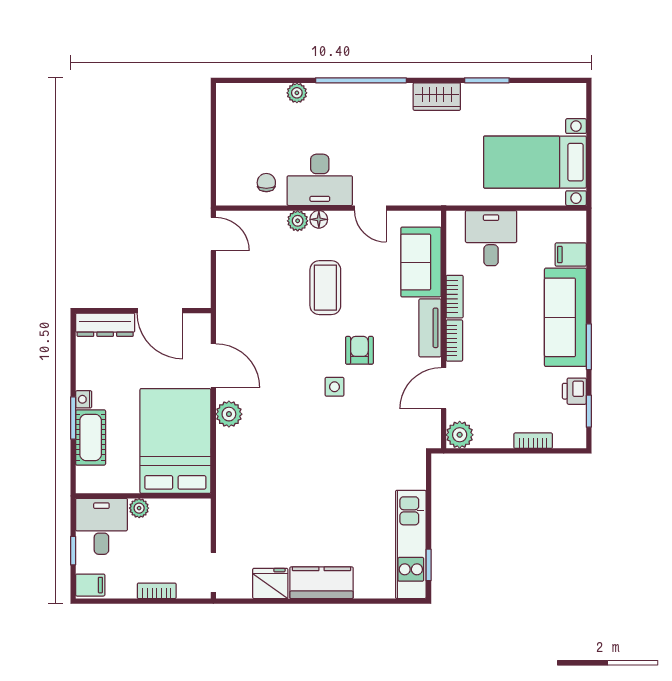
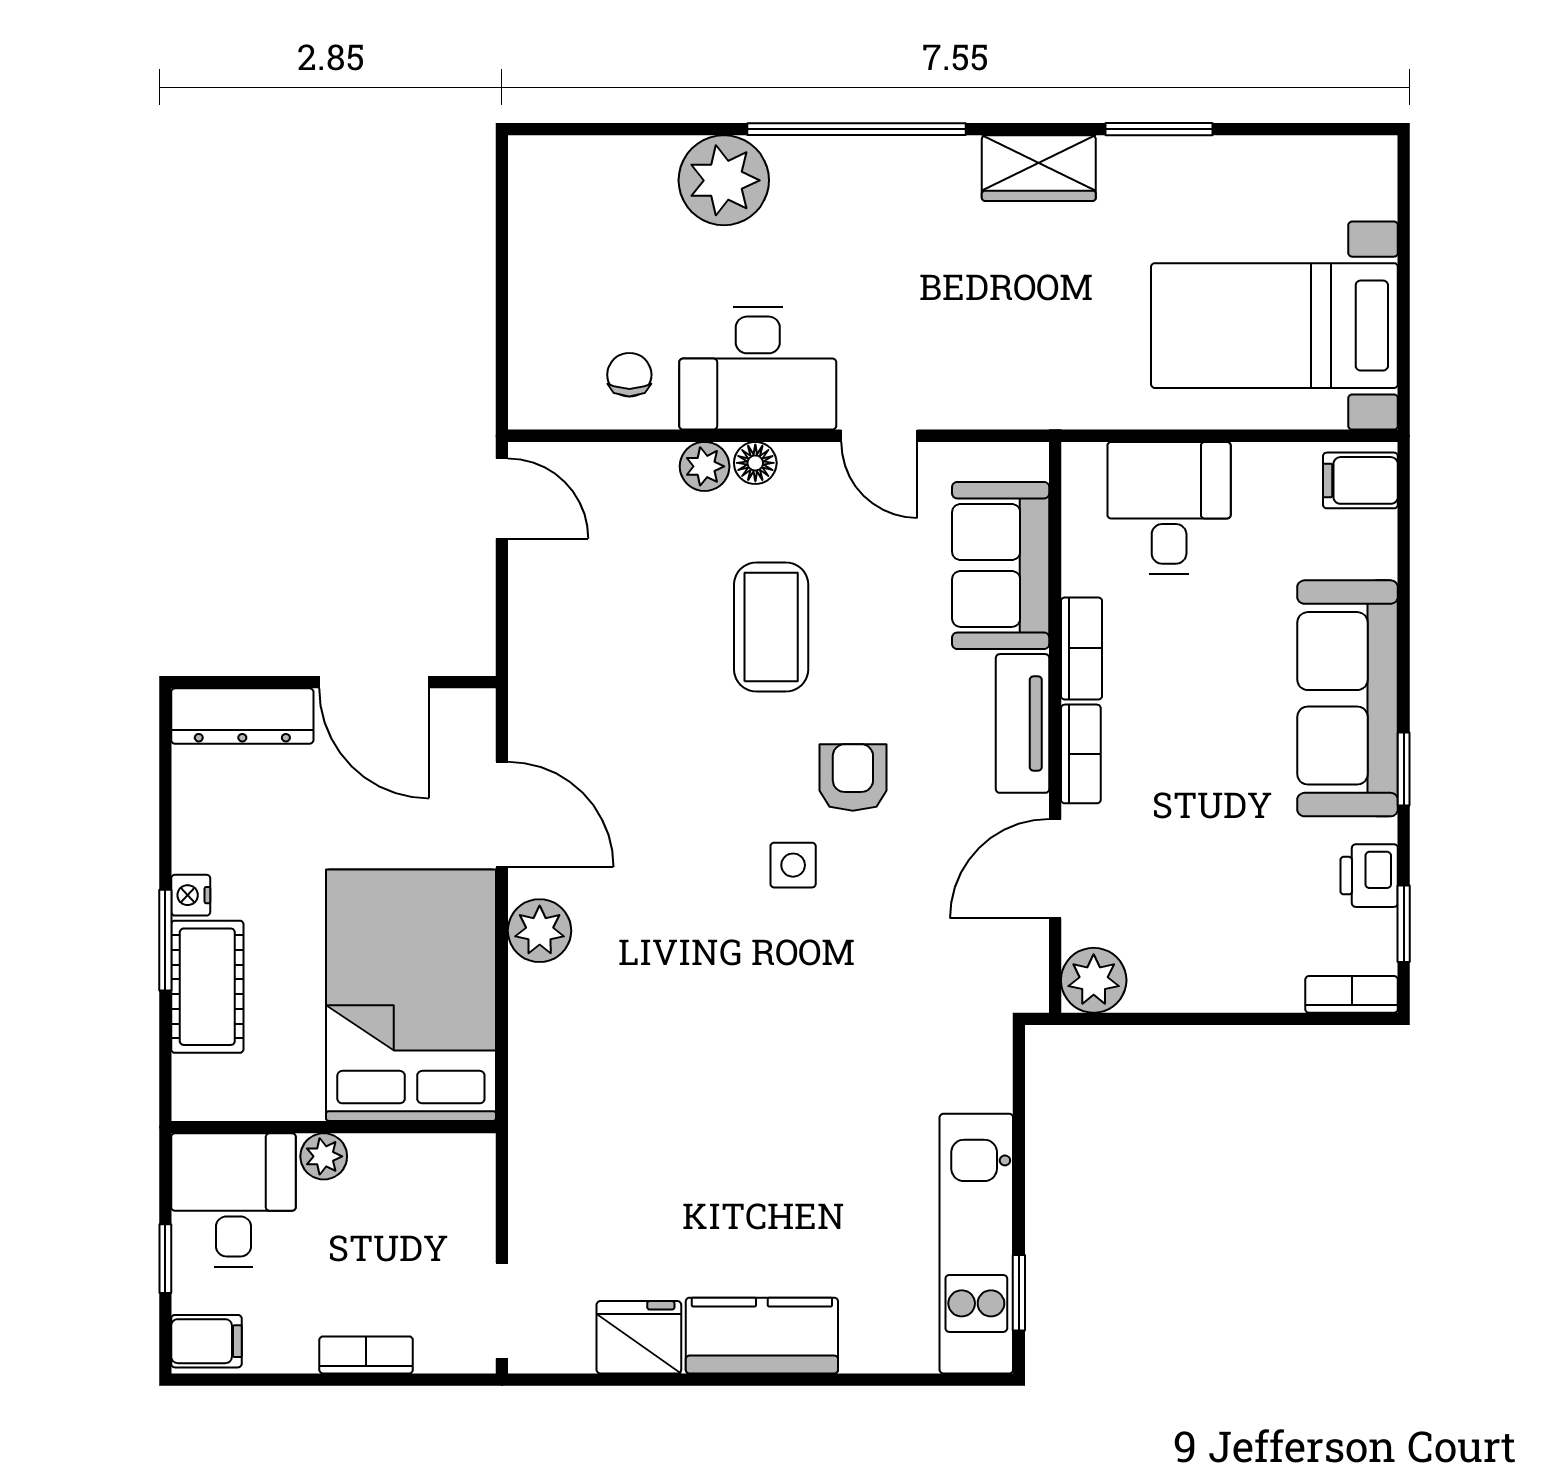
plant: (297, 93) -> (724, 180), width x1.88, depth x1.88
filing cabinet: (571, 255) -> (1360, 480), moved
window: (589, 347) -> (1404, 769), width x0.67
bookcase: (533, 441) -> (1352, 994), moved

